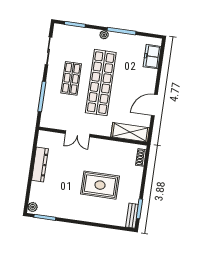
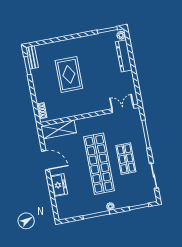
freezer: (152, 57) -> (59, 185), moved
door: (154, 105) -> (46, 160), hinge flipped
double door: (78, 134) -> (123, 109), moved
dresser: (40, 164) -> (124, 56), moved
rug: (100, 185) -> (69, 74), turned 90

